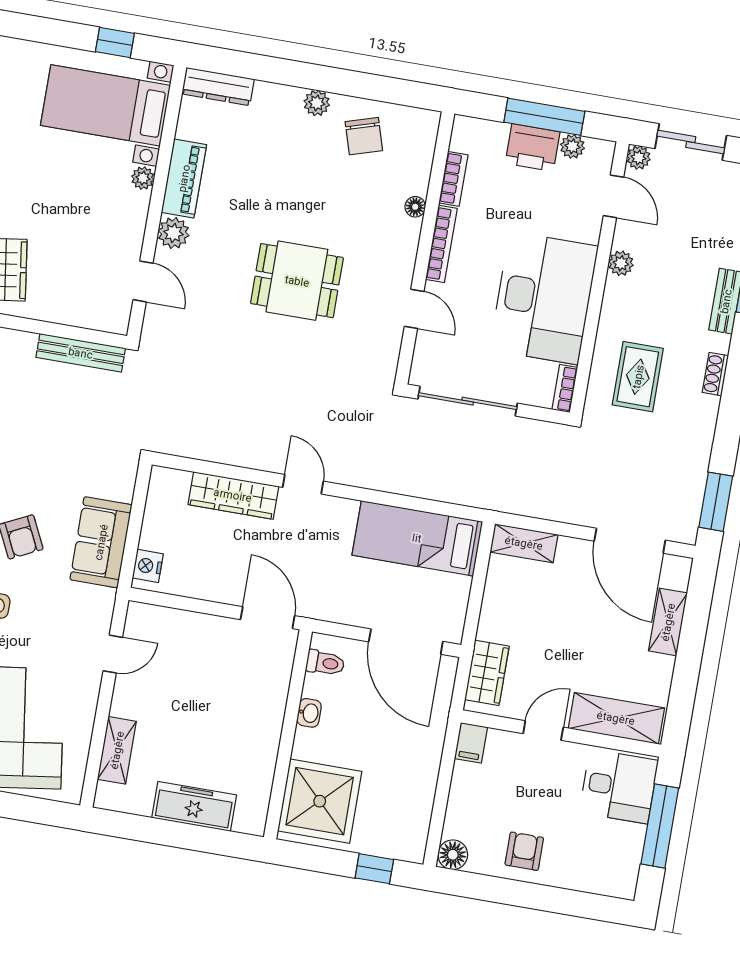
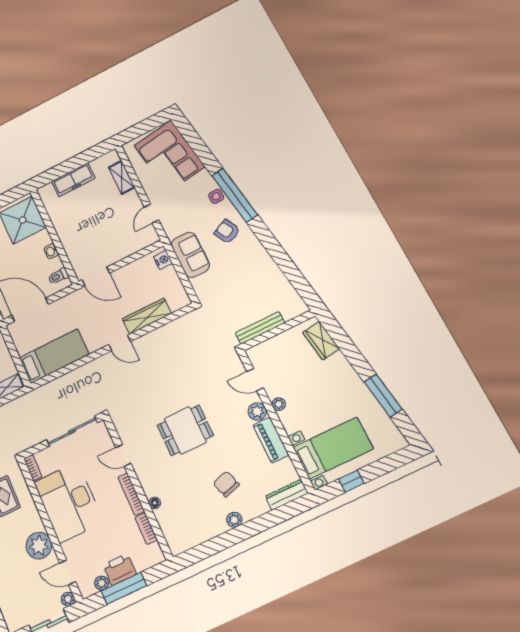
chair: (364, 136) -> (226, 484), moved
plant: (143, 178) -> (279, 404), moved
plant: (621, 263) -> (39, 546), width x1.87, depth x1.87

